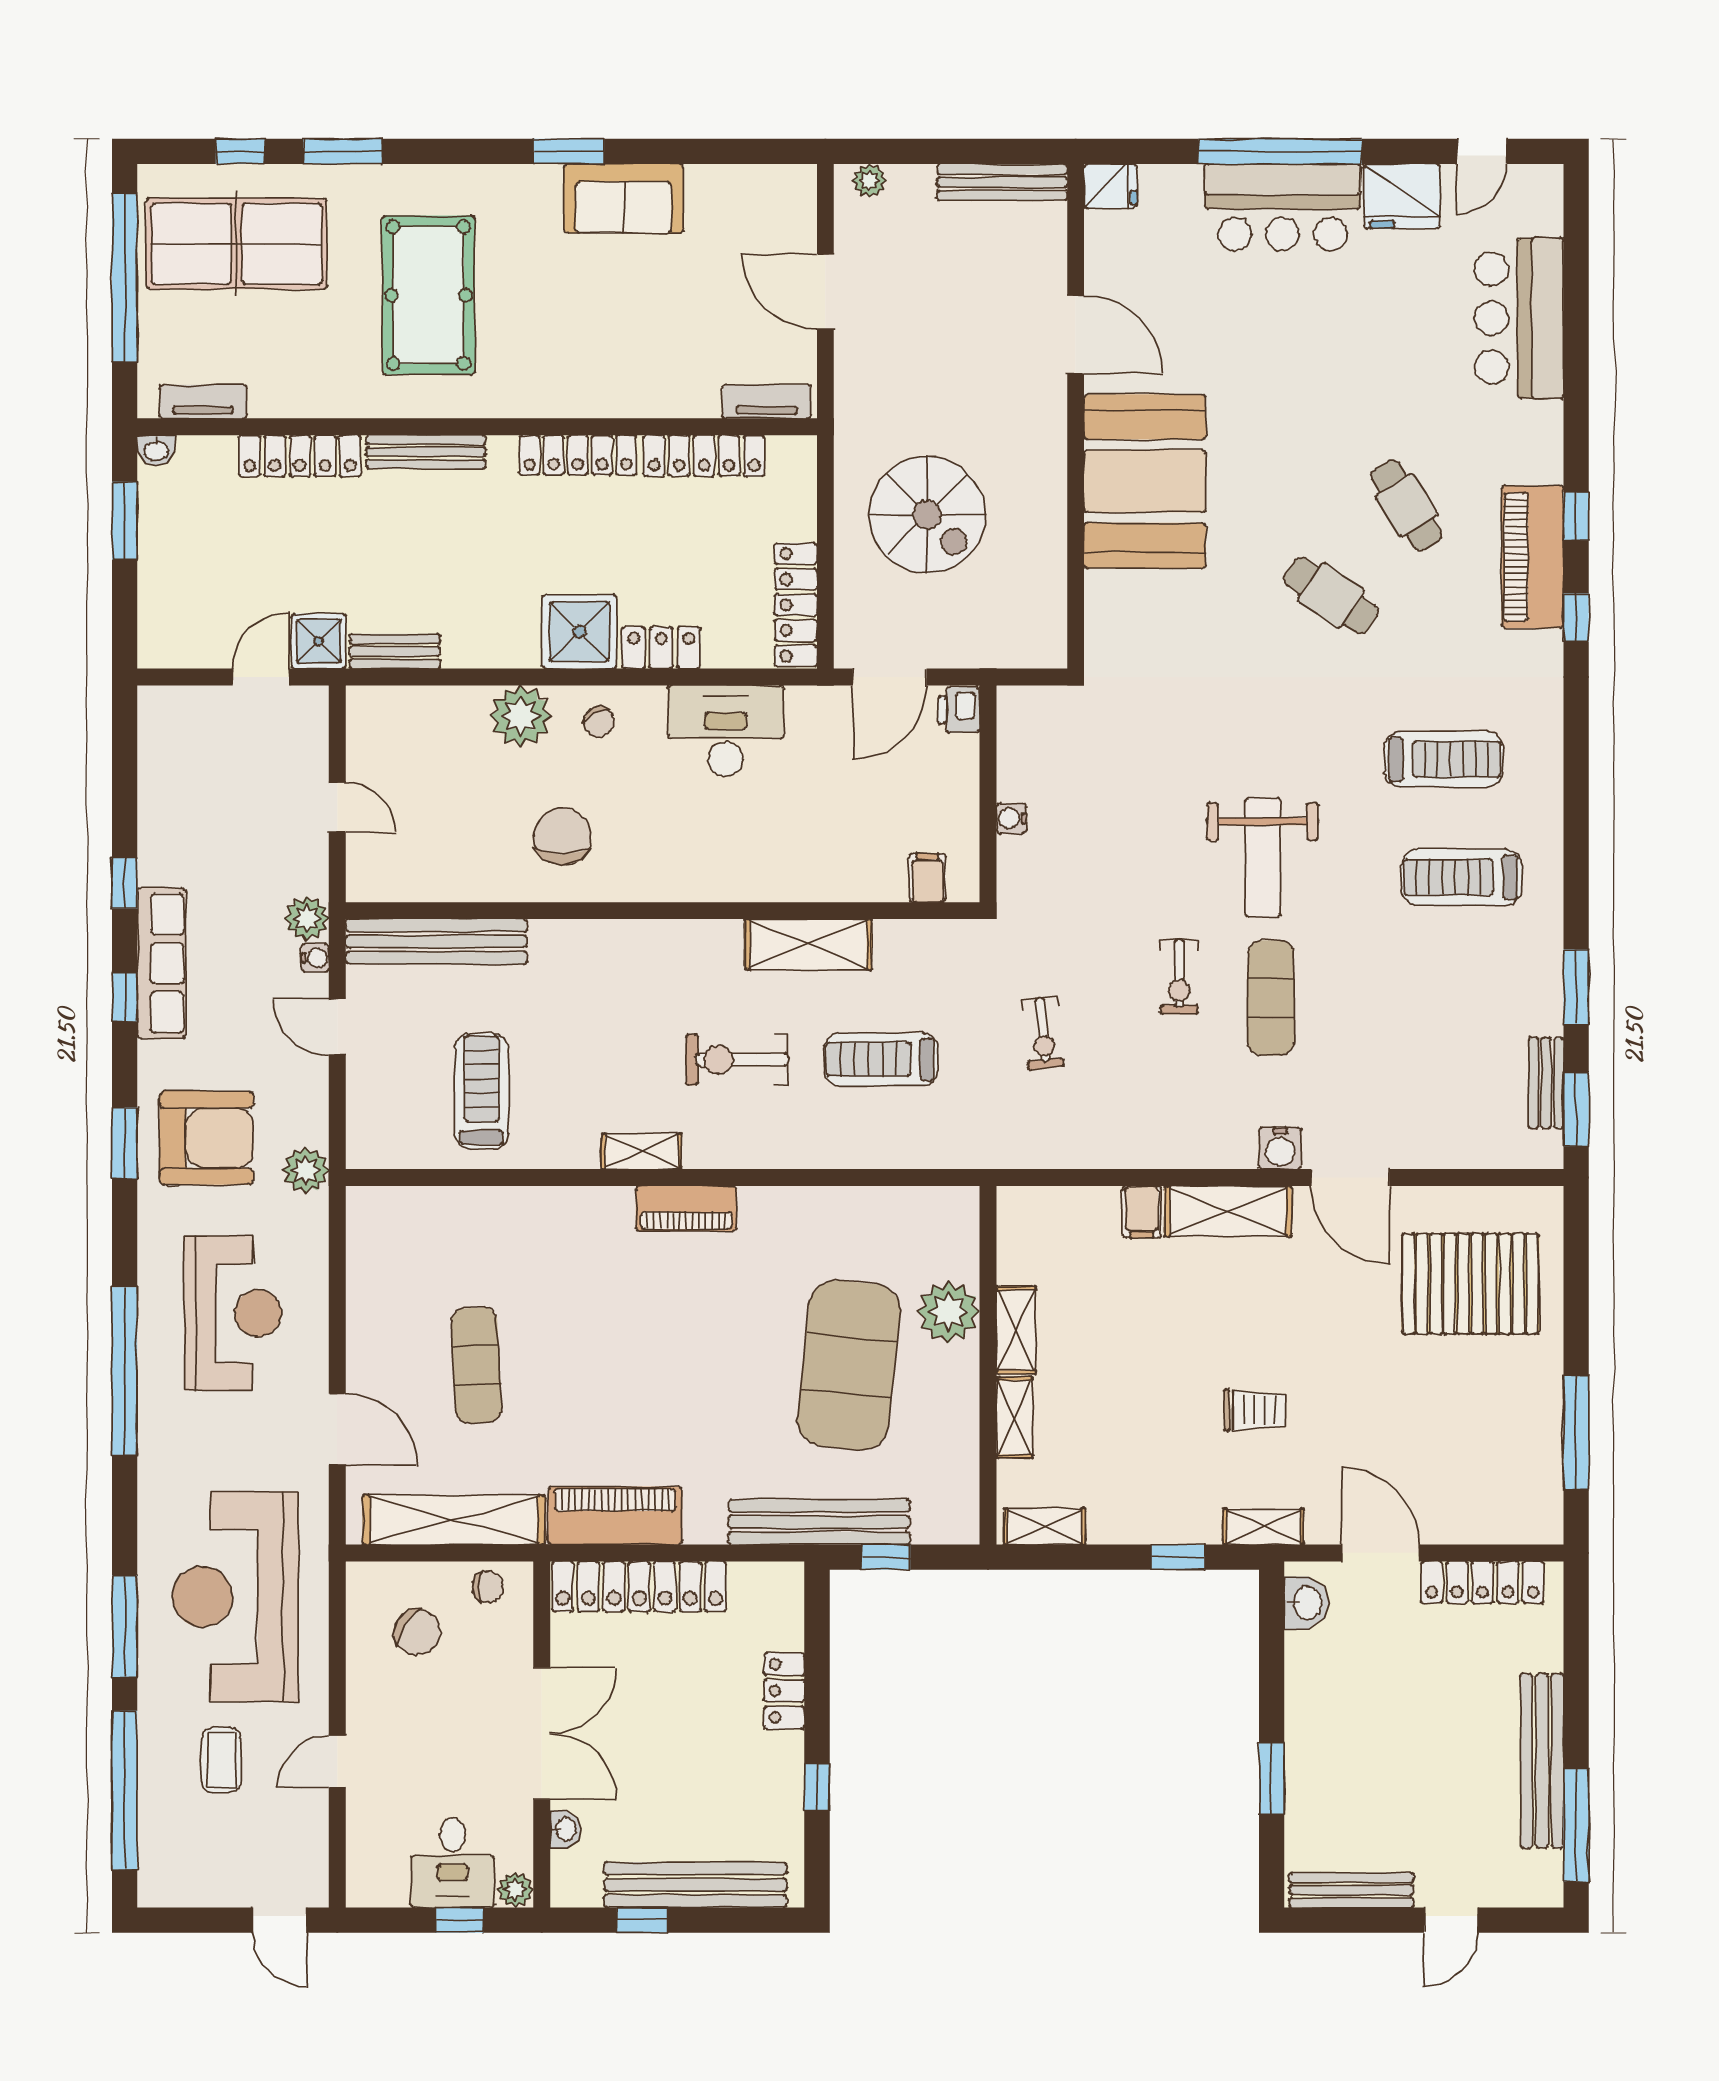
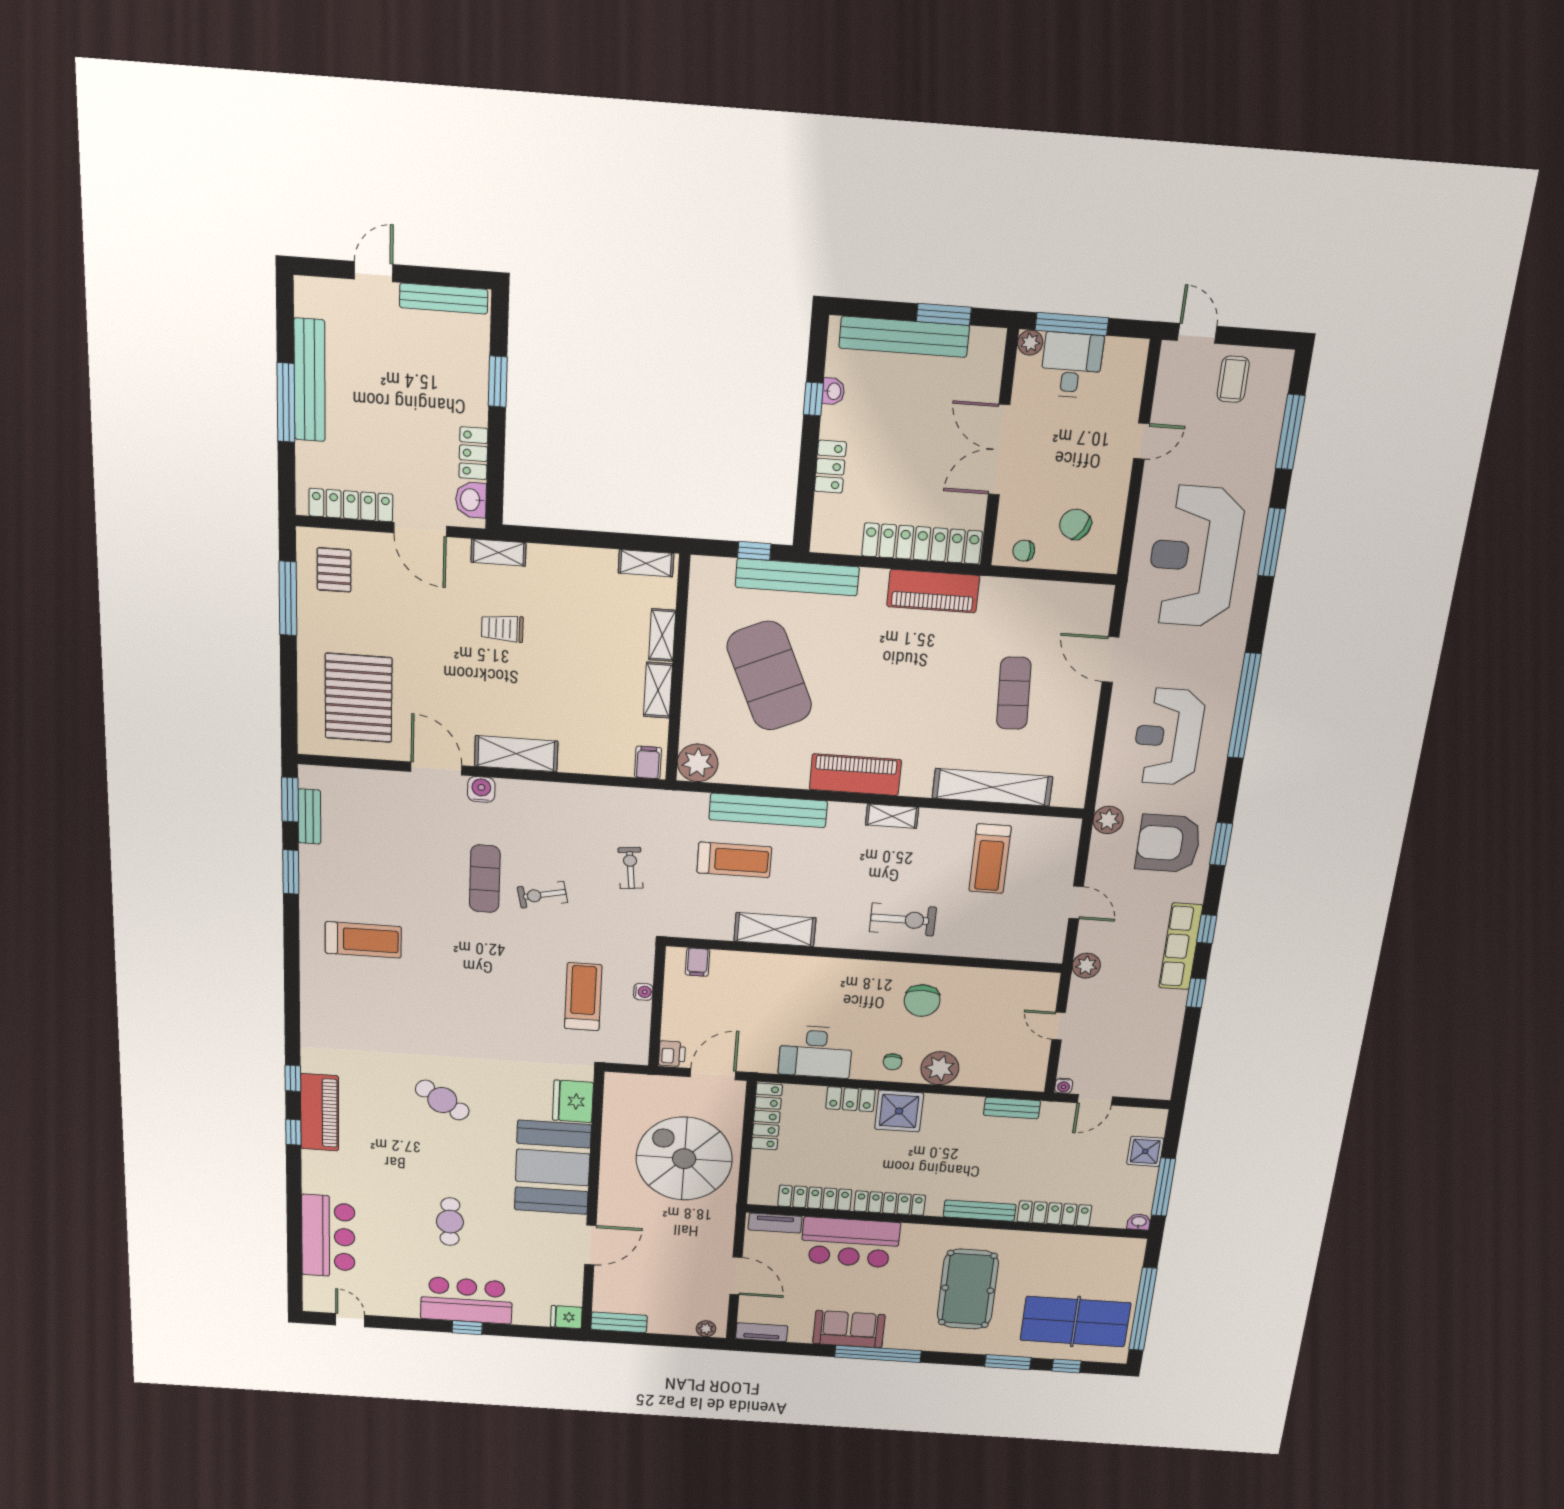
window: (569, 151) -> (878, 1354), width x2.11
window: (1280, 151) -> (467, 1328), width x0.32
door: (1482, 151) -> (350, 1320), hinge flipped
bench: (1002, 182) -> (619, 1322), width x0.73
fridge: (1402, 196) -> (573, 1101), moved, turned -90
door: (1076, 335) -> (590, 1245), swing flipped
bar counter: (637, 373) -> (850, 1242), added
tv unit: (203, 402) -> (762, 1332), moved, turned 180
cafe table: (1406, 505) -> (450, 1222), moved, turned 32
spiral stairs: (927, 515) -> (684, 1159), width x1.37, depth x1.37
window: (125, 521) -> (1163, 1187), width x1.44
shower: (319, 641) -> (1145, 1151), moved
chair: (599, 722) -> (893, 1062), turned -152
treadmill: (1444, 759) -> (583, 997), moved, turned 90
weight bench: (1263, 857) -> (488, 960), removed
bench: (436, 942) -> (768, 810), moved
water cooler: (315, 958) -> (1064, 1086), moved, turned -90
exercise bike: (1179, 977) -> (542, 895), turned -102
exercise bike: (737, 1060) -> (903, 920), moved
piano: (686, 1208) -> (855, 775), width x1.37, depth x1.33
filing cabinet: (1142, 1212) -> (648, 762), moved
pallet: (1470, 1284) -> (359, 698), turned 90
plant: (949, 1312) -> (698, 763), moved
exercise mat: (849, 1365) -> (769, 676), turned -30
pallet: (1507, 1482) -> (334, 570), added
shelving: (454, 1520) -> (992, 787), moved
window: (1178, 1557) -> (557, 537), removed
reception desk: (235, 1597) -> (1194, 556), turned 180
locker: (1304, 1672) -> (473, 453), added
coffee table: (221, 1760) -> (1233, 379), moved
window: (125, 1790) -> (1290, 432), width x0.68
window: (1576, 1825) -> (286, 402), moved
washbasin: (565, 1829) -> (833, 391), moved, turned 180
window: (459, 1920) -> (1072, 324), width x2.17
window: (642, 1920) -> (944, 314), width x1.50

